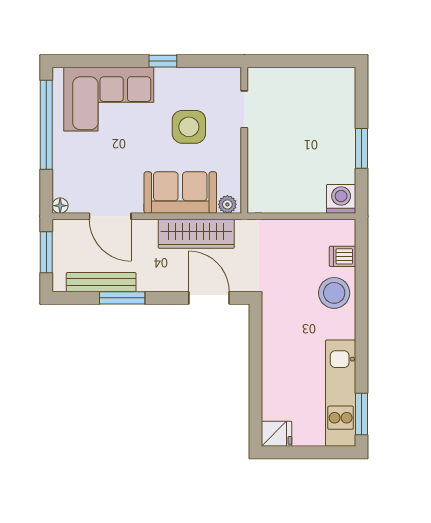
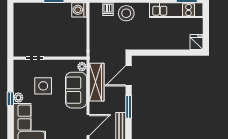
plant: (165, 77) -> (18, 98), added
window: (122, 298) -> (129, 107), moved

